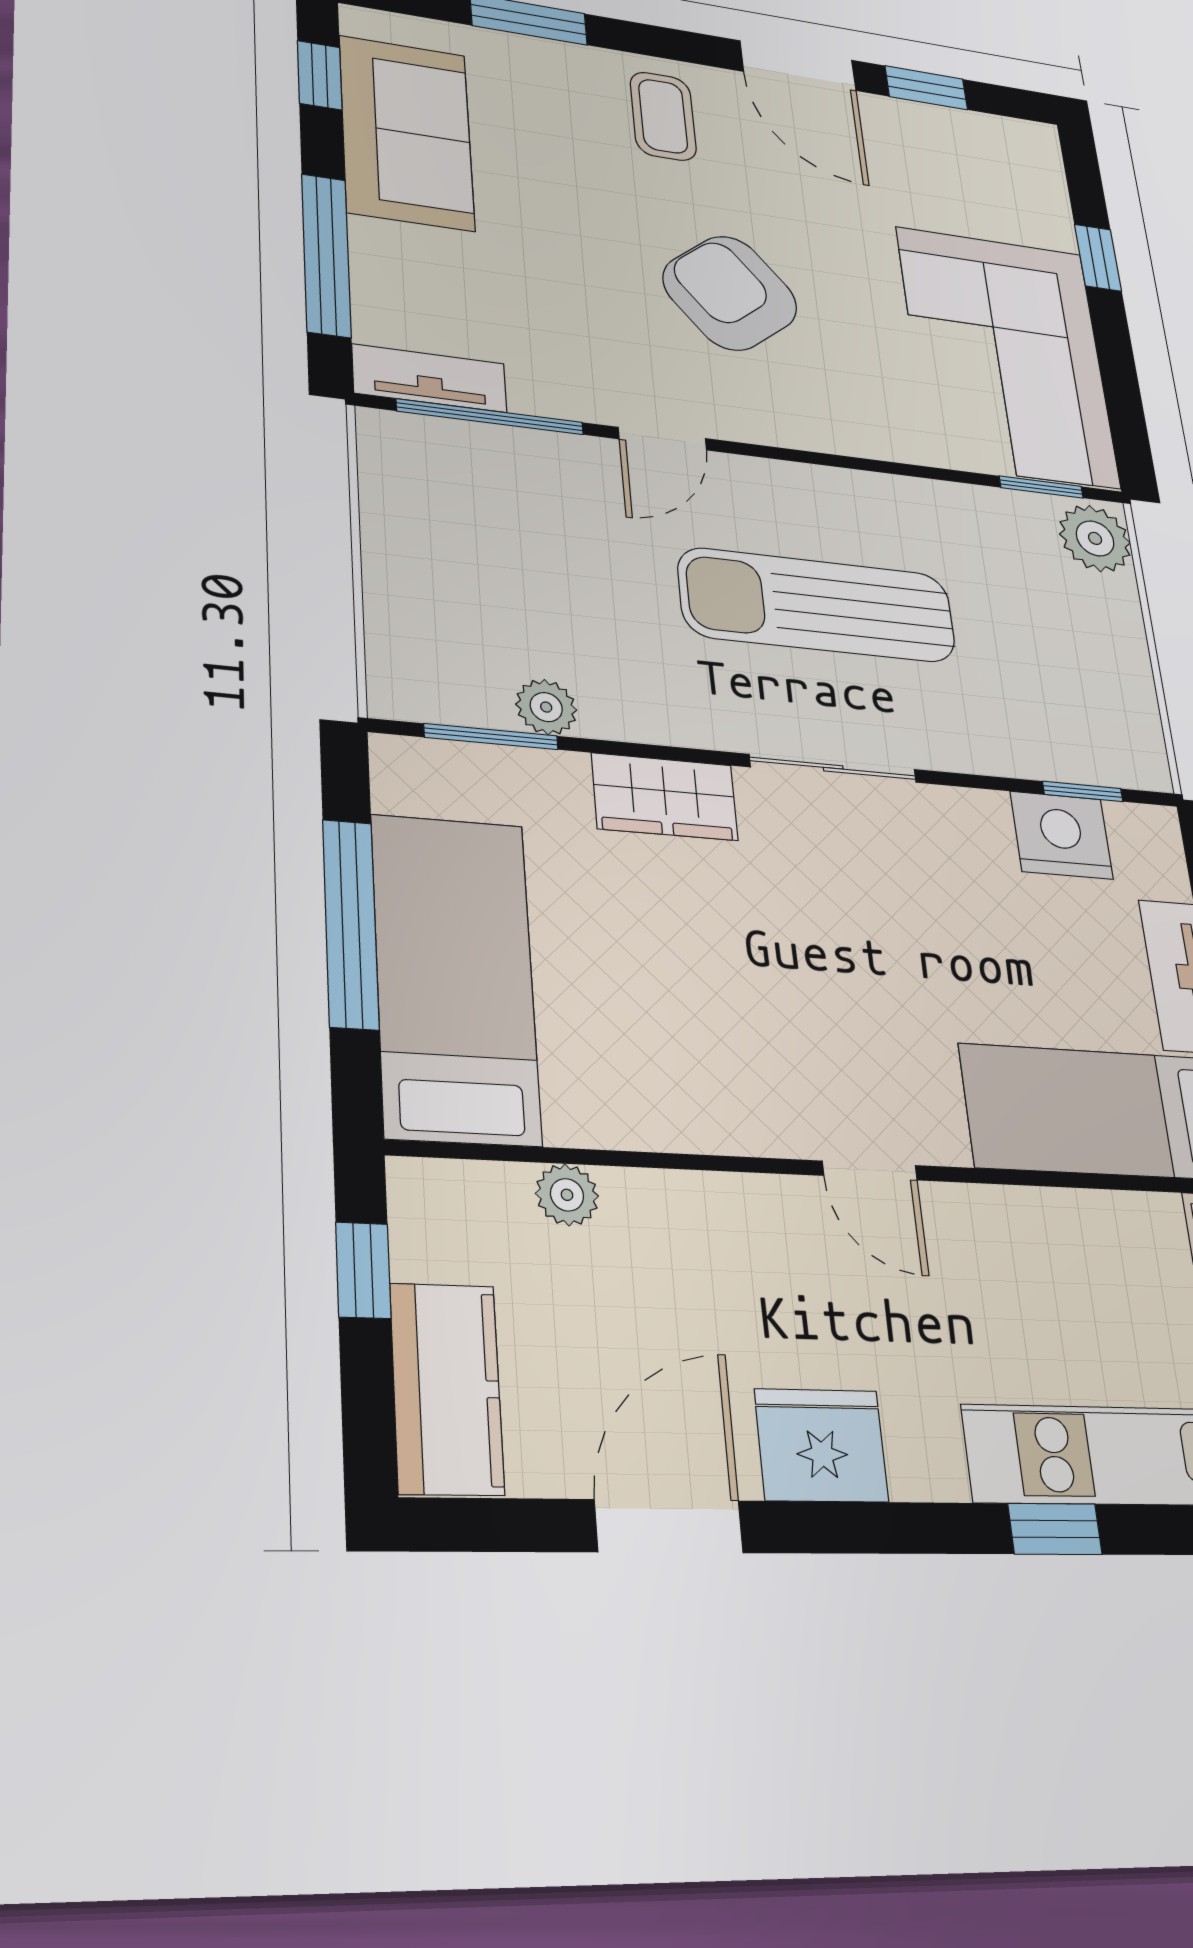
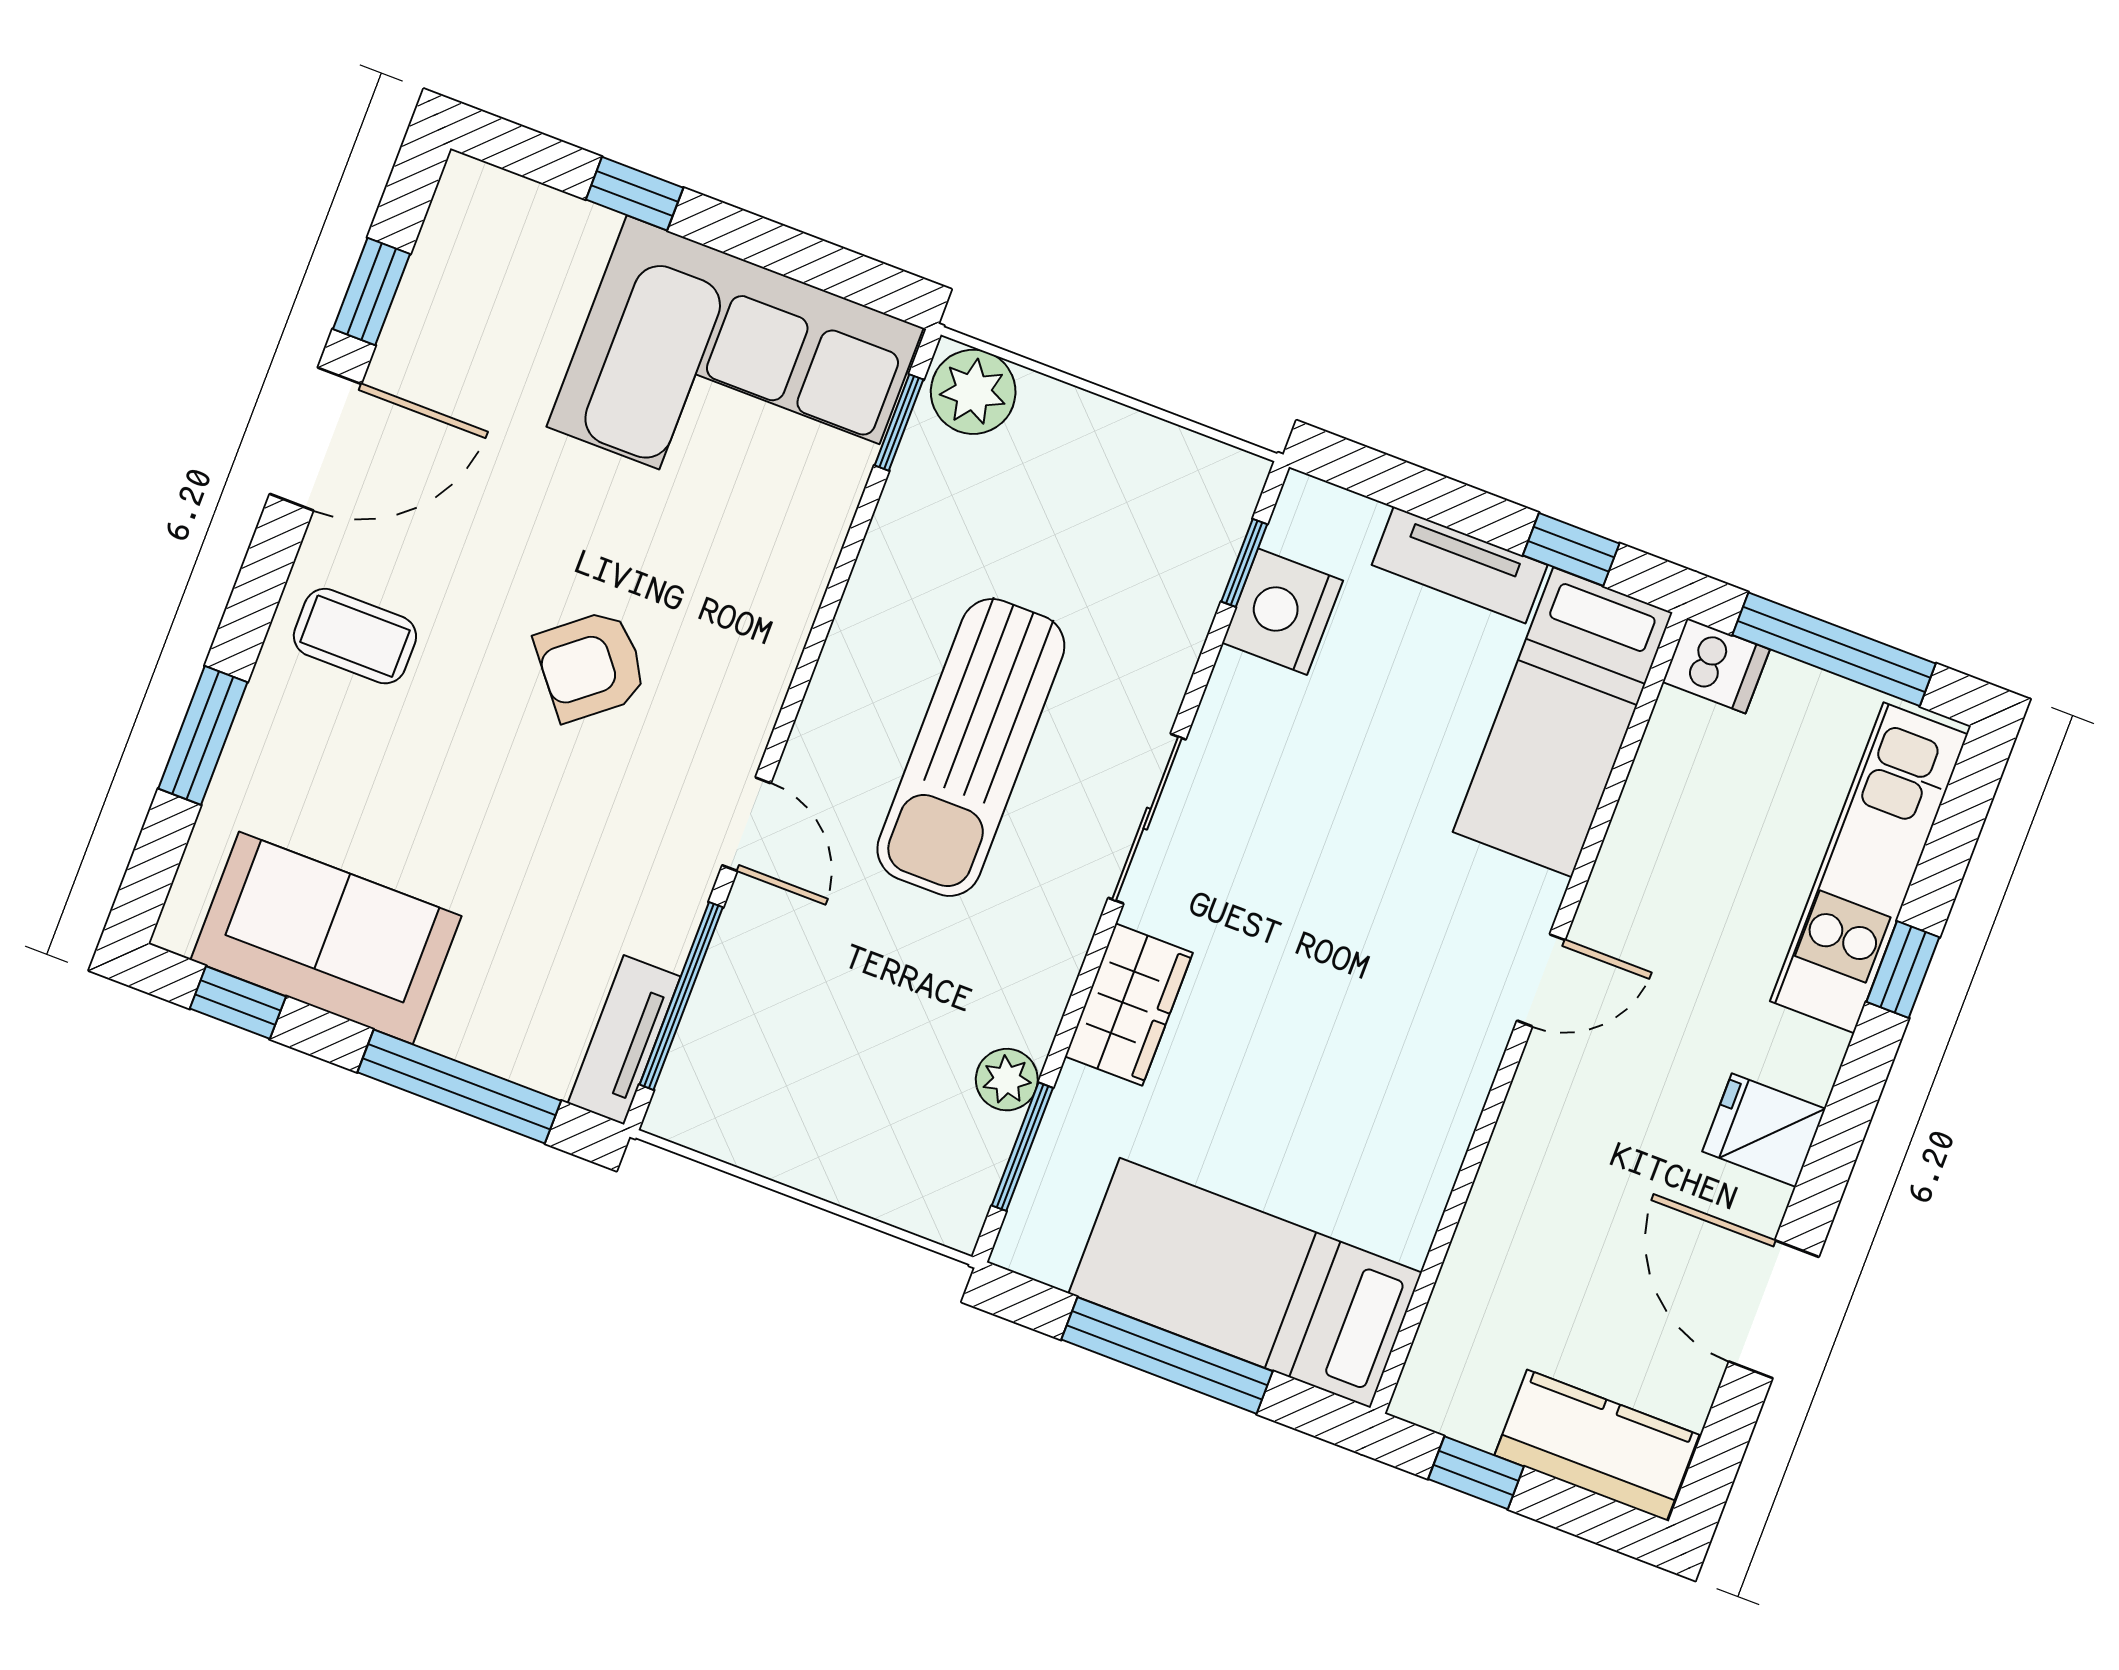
armchair: (730, 293) -> (591, 666), width x0.72, depth x0.72
plant: (567, 1195) -> (1471, 1270), removed
fridge: (821, 1445) -> (1764, 1130), width x0.72

